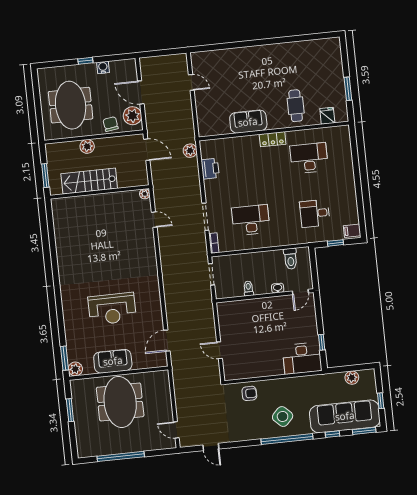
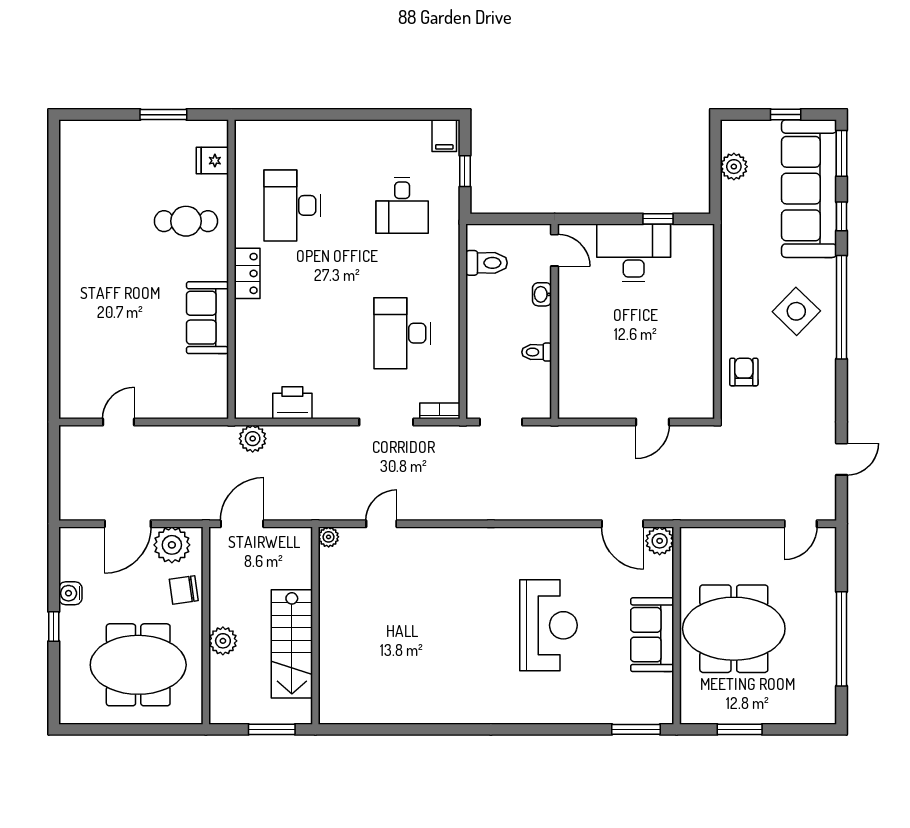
desk: (302, 358) -> (634, 253), moved, turned -90
plant: (75, 369) -> (660, 541), moved

